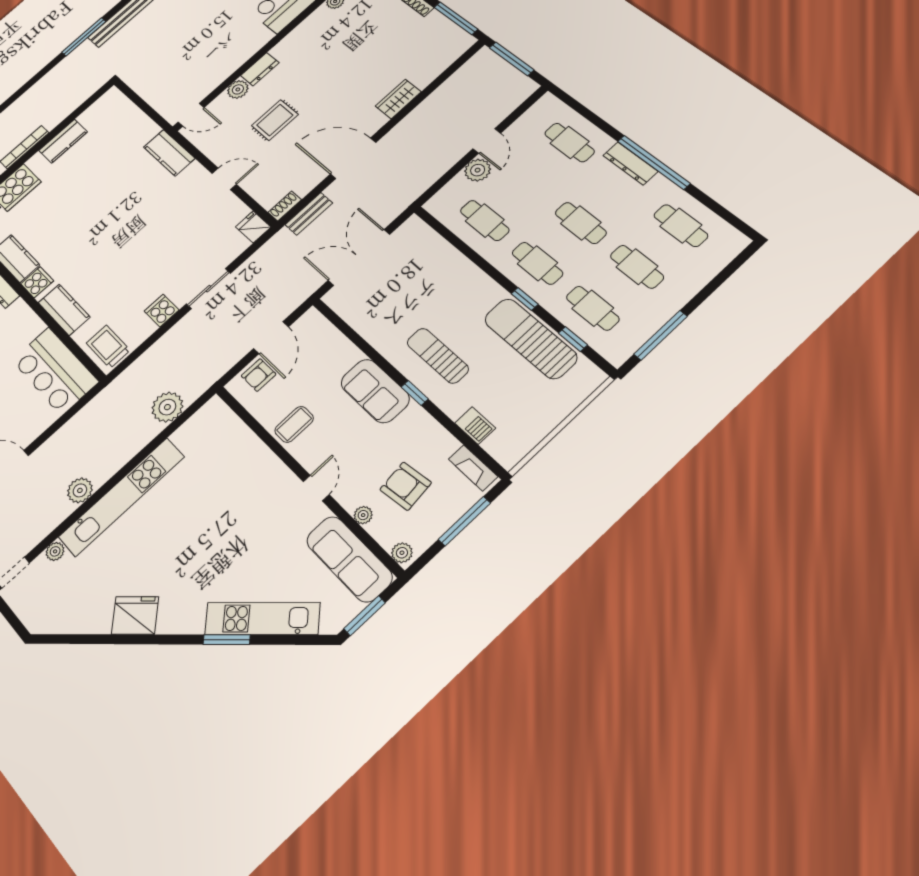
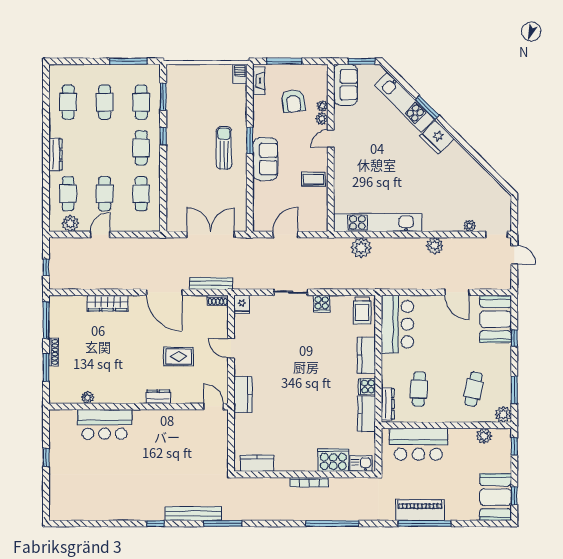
window: (512, 59) -> (46, 267), width x0.46
plant: (238, 89) -> (179, 396), removed
wardrobe: (398, 99) -> (108, 303), width x1.50
kitchen counter: (63, 141) -> (257, 463), moved
window: (654, 162) -> (46, 144), removed
plant: (478, 170) -> (70, 223), moved
bench: (309, 214) -> (211, 283), width x1.36
cafe table: (581, 223) -> (105, 194), moved
double door: (359, 257) -> (211, 235), swing flipped
sun lounger: (531, 338) -> (179, 115), removed
window: (573, 339) -> (163, 97), width x1.50
sun lounger: (438, 356) -> (224, 148), turned 180
armchair: (259, 375) -> (307, 221), removed
window: (415, 393) -> (250, 140), width x1.50
barbecue: (475, 426) -> (240, 74), moved
kitchen unit: (122, 497) -> (378, 223), moved
plant: (402, 553) -> (322, 119), moved
sofa: (349, 559) -> (346, 85), width x0.73
fridge: (135, 615) -> (437, 137), moved

